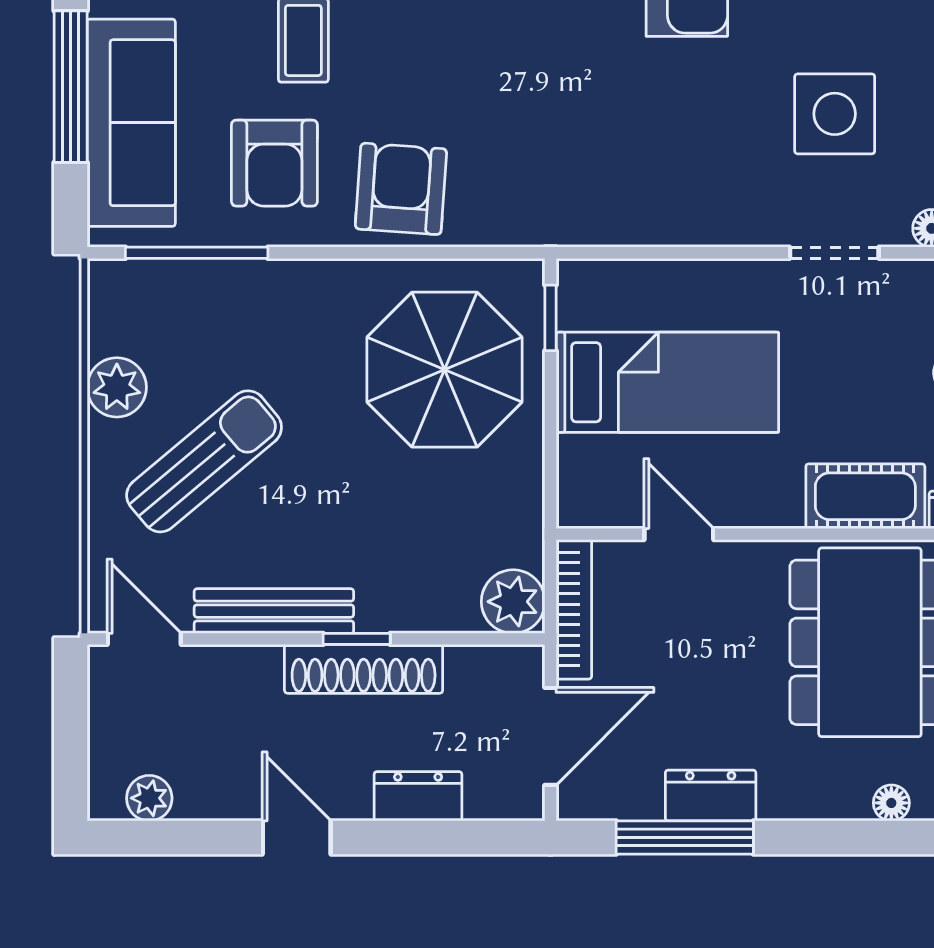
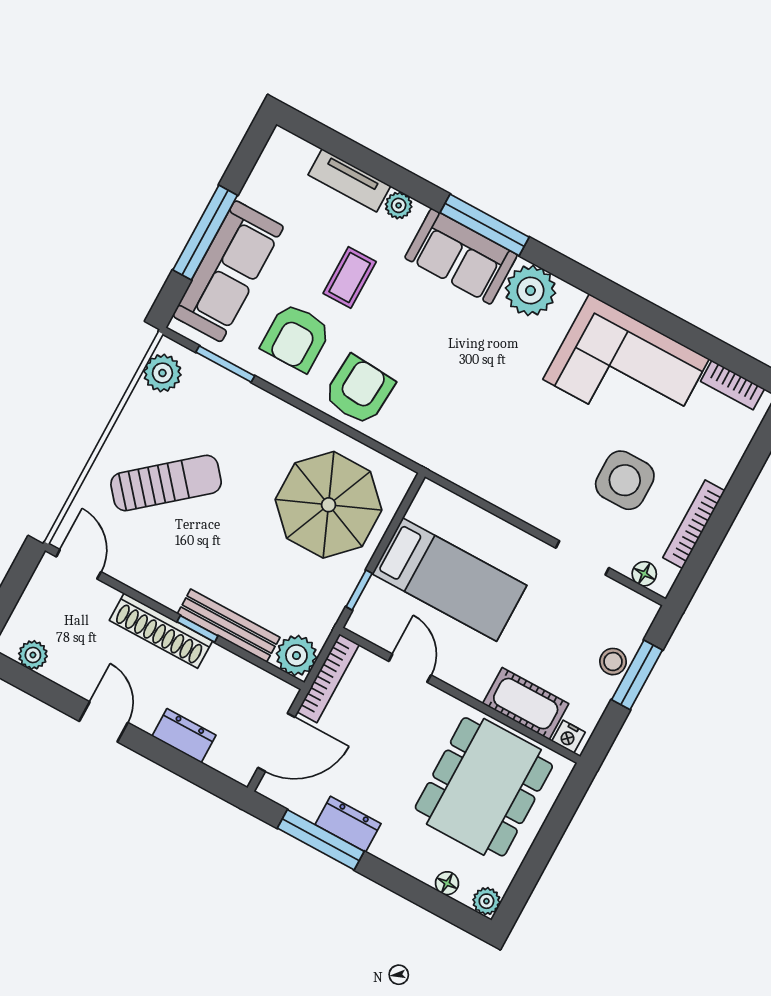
window: (197, 253) -> (225, 364), width x0.69
window: (550, 318) -> (359, 590), moved
plant: (117, 387) -> (162, 373), moved
bench: (274, 611) -> (229, 626), moved
shoe rack: (364, 669) -> (161, 631), moved

